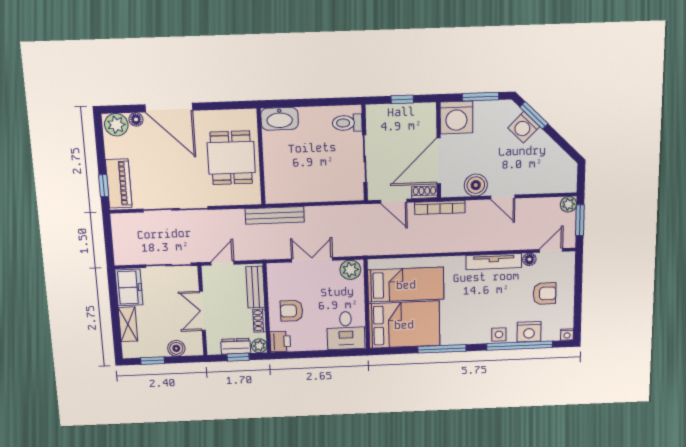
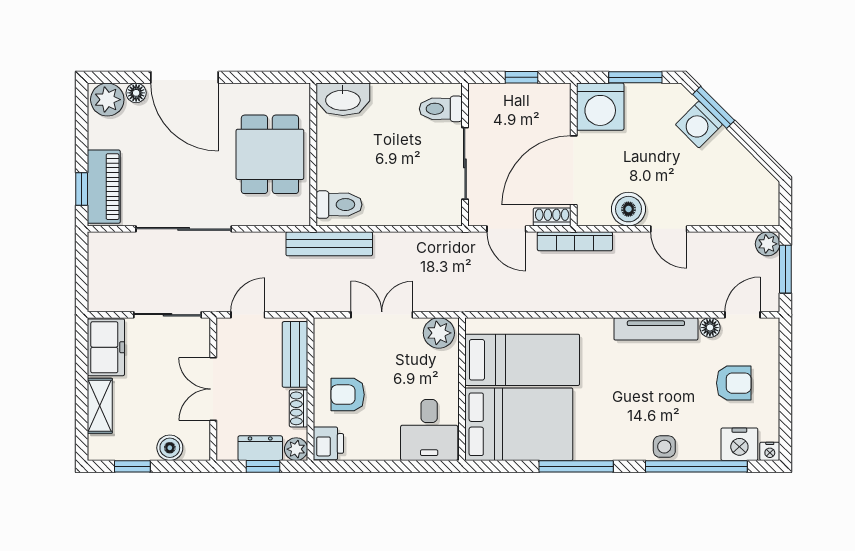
toilet: (280, 189) -> (339, 205), added
nightstand: (529, 332) -> (739, 444), moved

